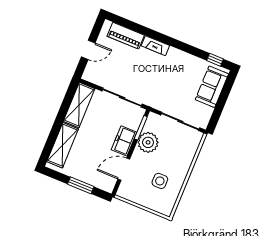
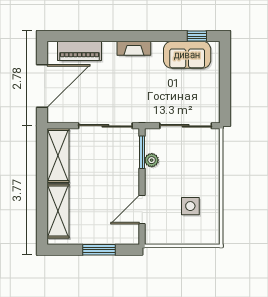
fireplace: (155, 46) -> (134, 48), moved
door: (88, 50) -> (42, 86), width x1.87
sofa: (212, 87) -> (187, 55), moved, turned -90
freezer: (124, 141) -> (129, 176), removed
plant: (148, 142) -> (152, 160), width x0.53, depth x0.53

